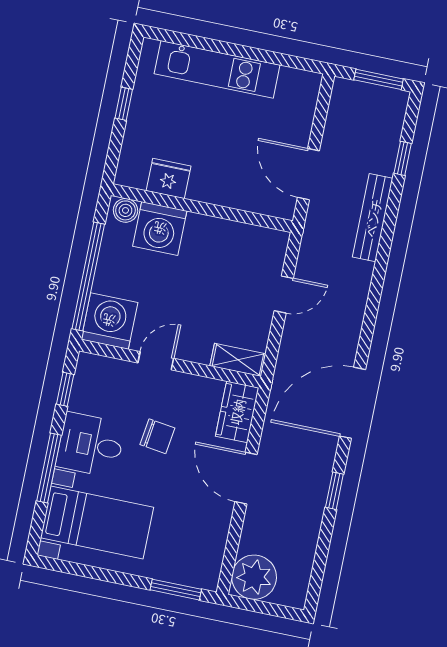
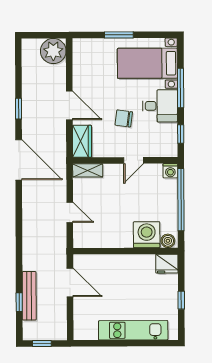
window: (379, 79) -> (42, 343), width x0.67
fridge: (169, 178) -> (167, 264), moved
bench: (373, 218) -> (29, 296), moved
door: (284, 295) -> (70, 212), swing flipped
washing machine: (109, 321) -> (170, 171), width x0.53, depth x0.53
door: (352, 403) -> (19, 160), hinge flipped
window: (176, 590) -> (119, 35), moved

